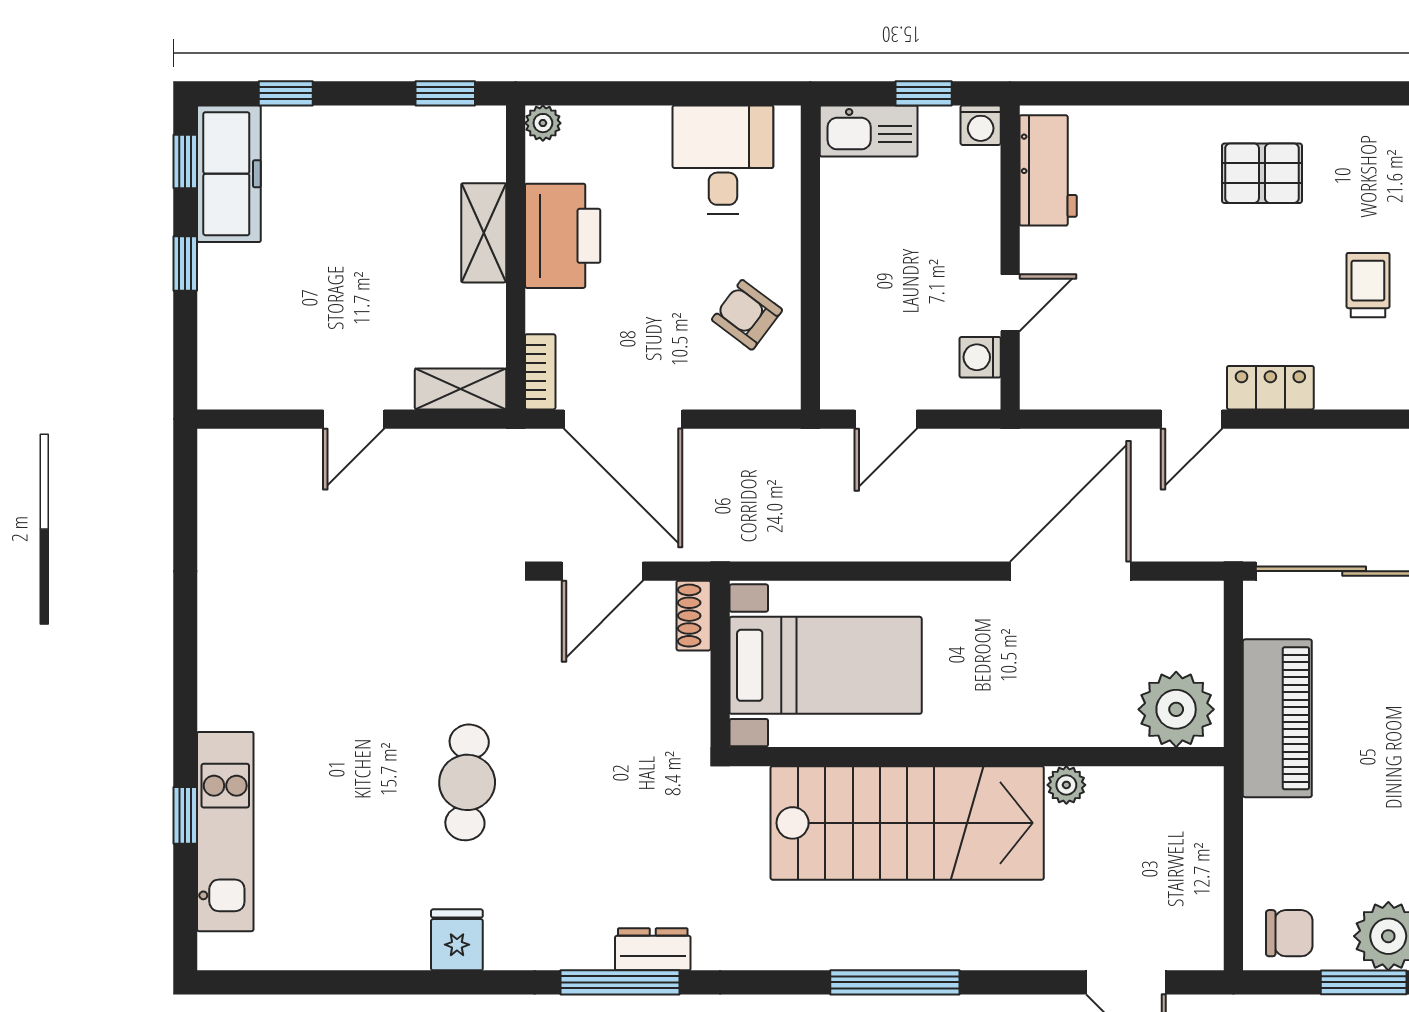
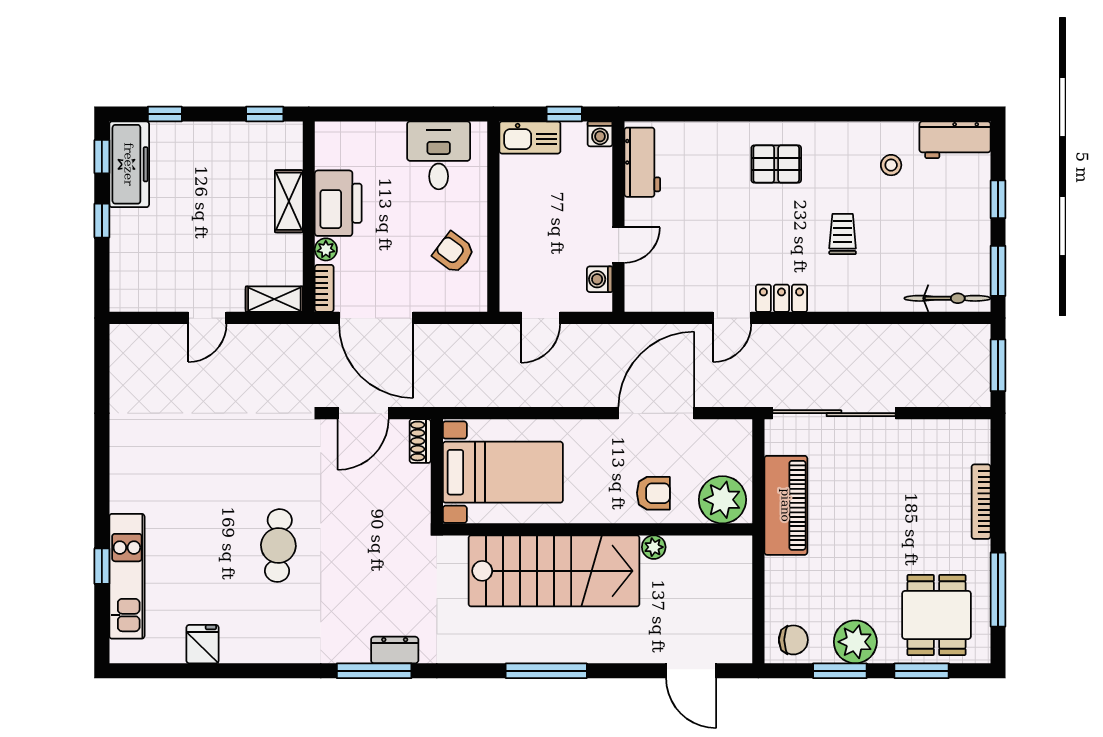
plant: (543, 123) -> (326, 249), moved
armchair: (1066, 699) -> (653, 493), added
fridge: (457, 940) -> (203, 644), moved

